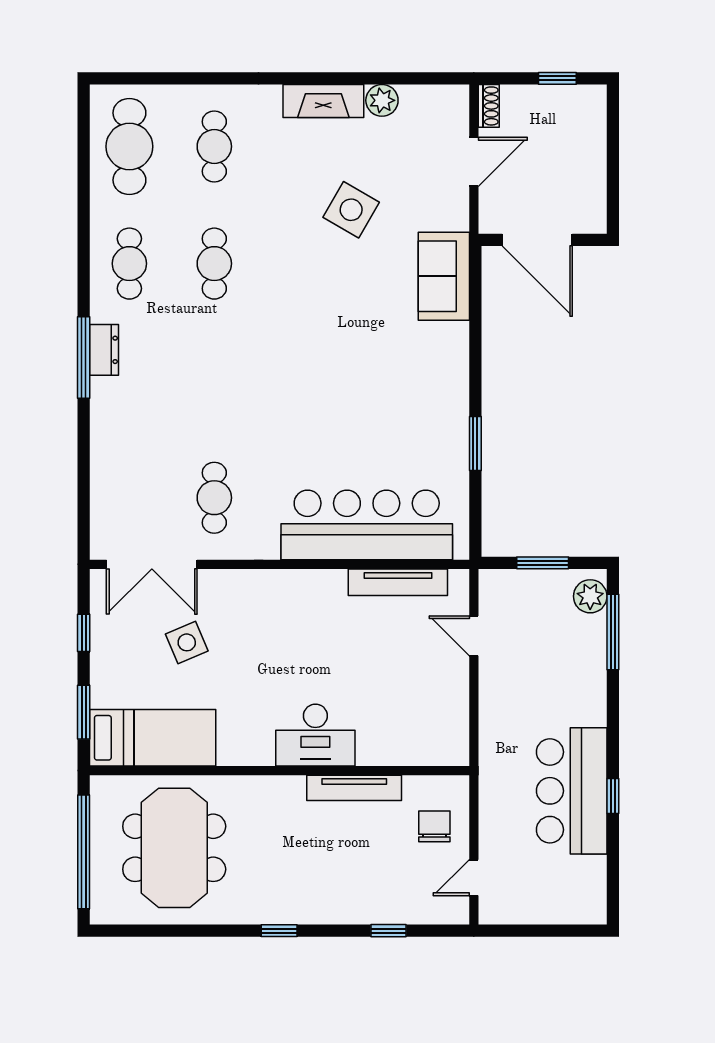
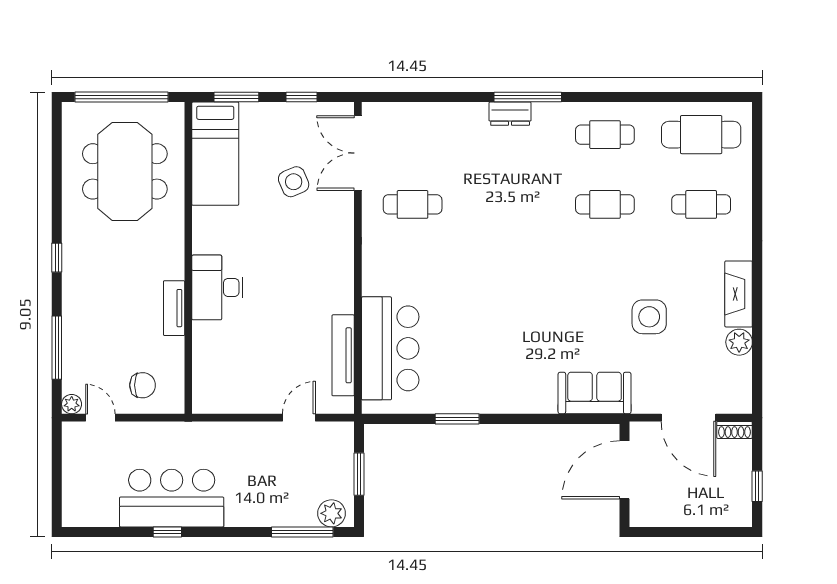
door: (474, 162) -> (688, 418), width x1.36
side table: (351, 210) -> (649, 317), turned -30
dresser: (104, 350) -> (510, 114), moved
bar counter: (367, 525) -> (390, 348), width x0.73
tv unit: (354, 788) -> (174, 308), width x0.71
meeting table: (174, 848) -> (125, 171), turned 90
plant: (457, 913) -> (72, 404), added
window: (389, 931) -> (57, 348), width x2.17

